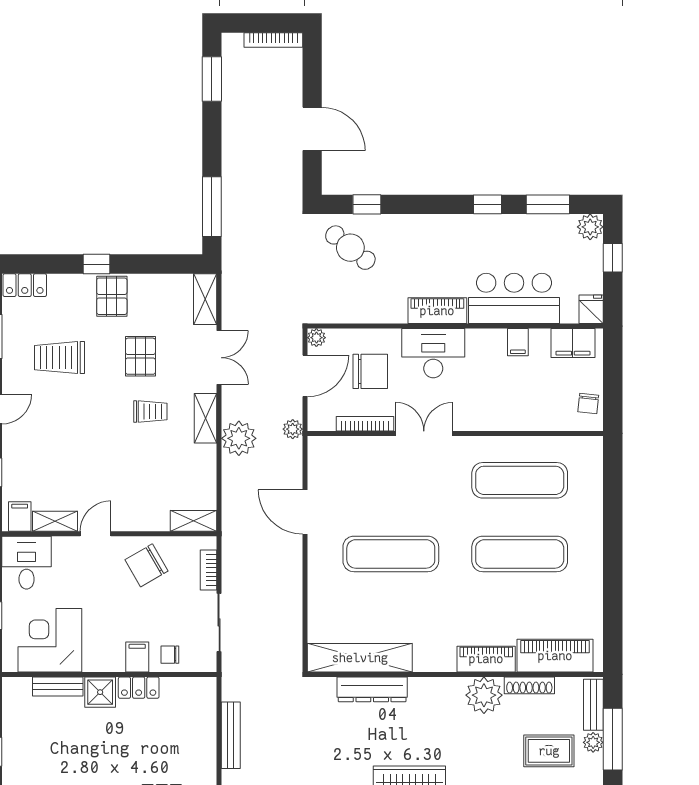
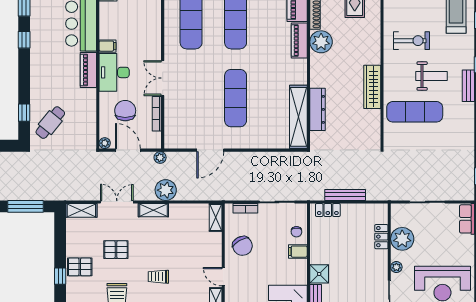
filing cabinet: (518, 342) -> (107, 46), moved
trolley: (150, 412) -> (158, 277), moved, turned -90
locker: (139, 688) -> (328, 210), moved, turned 90

